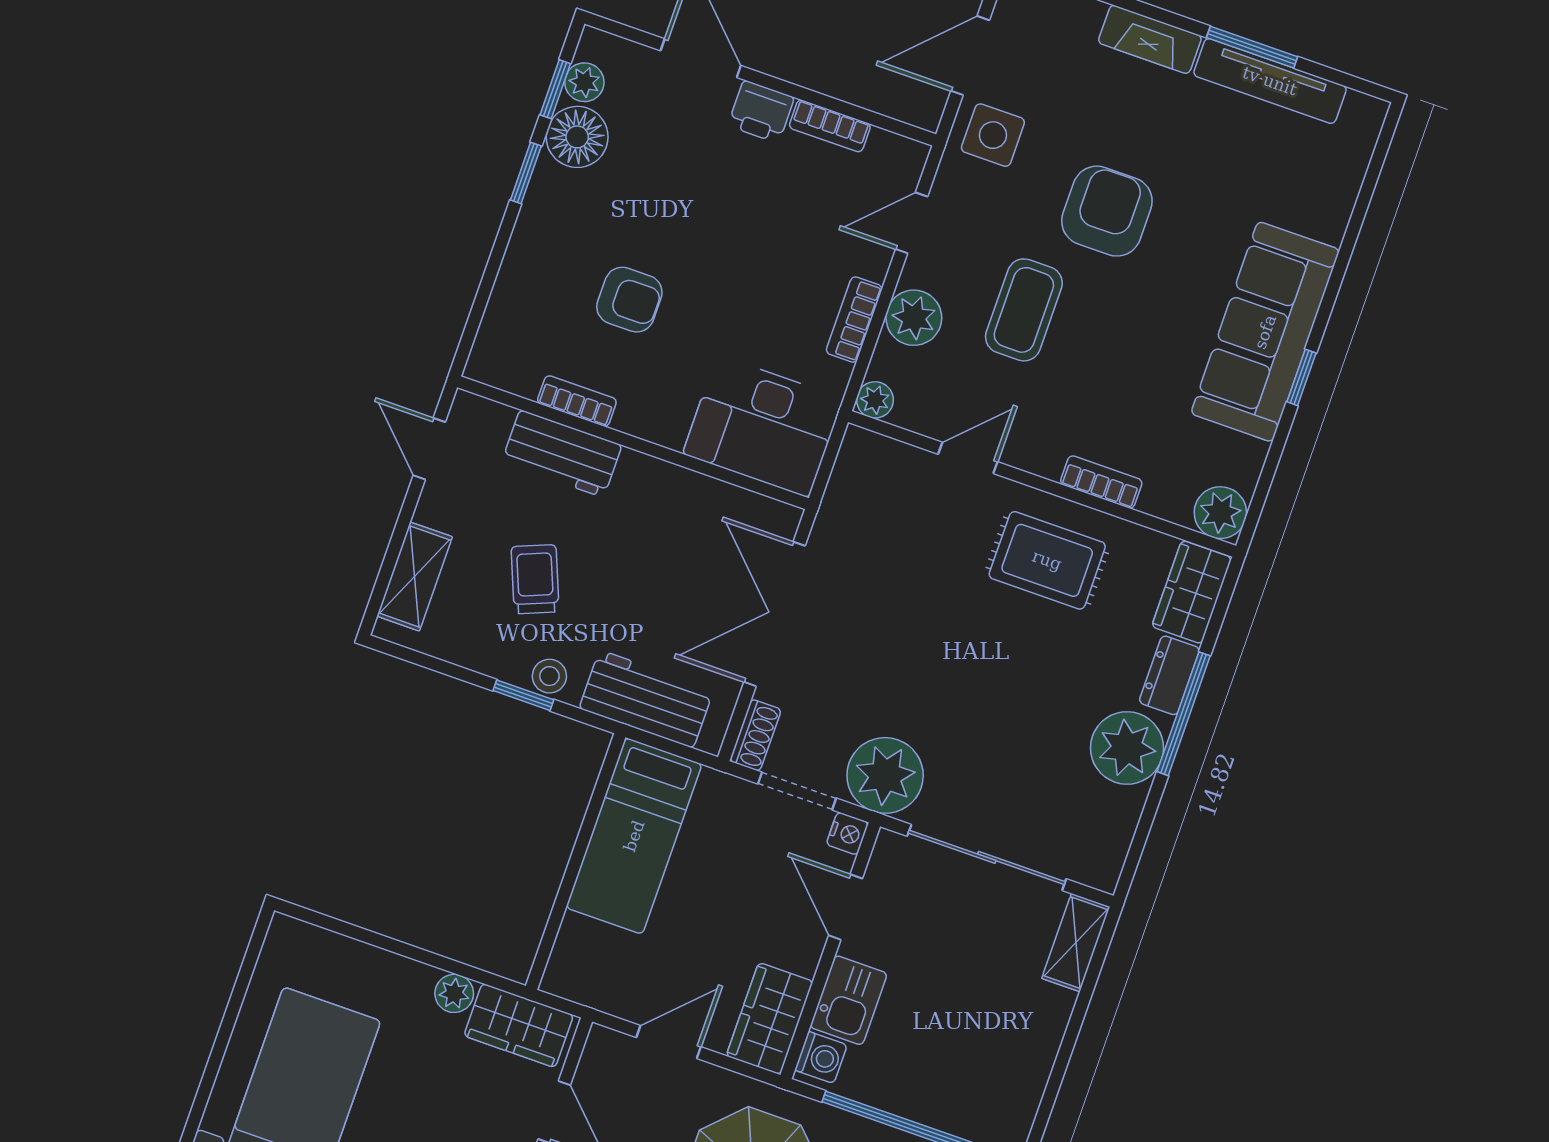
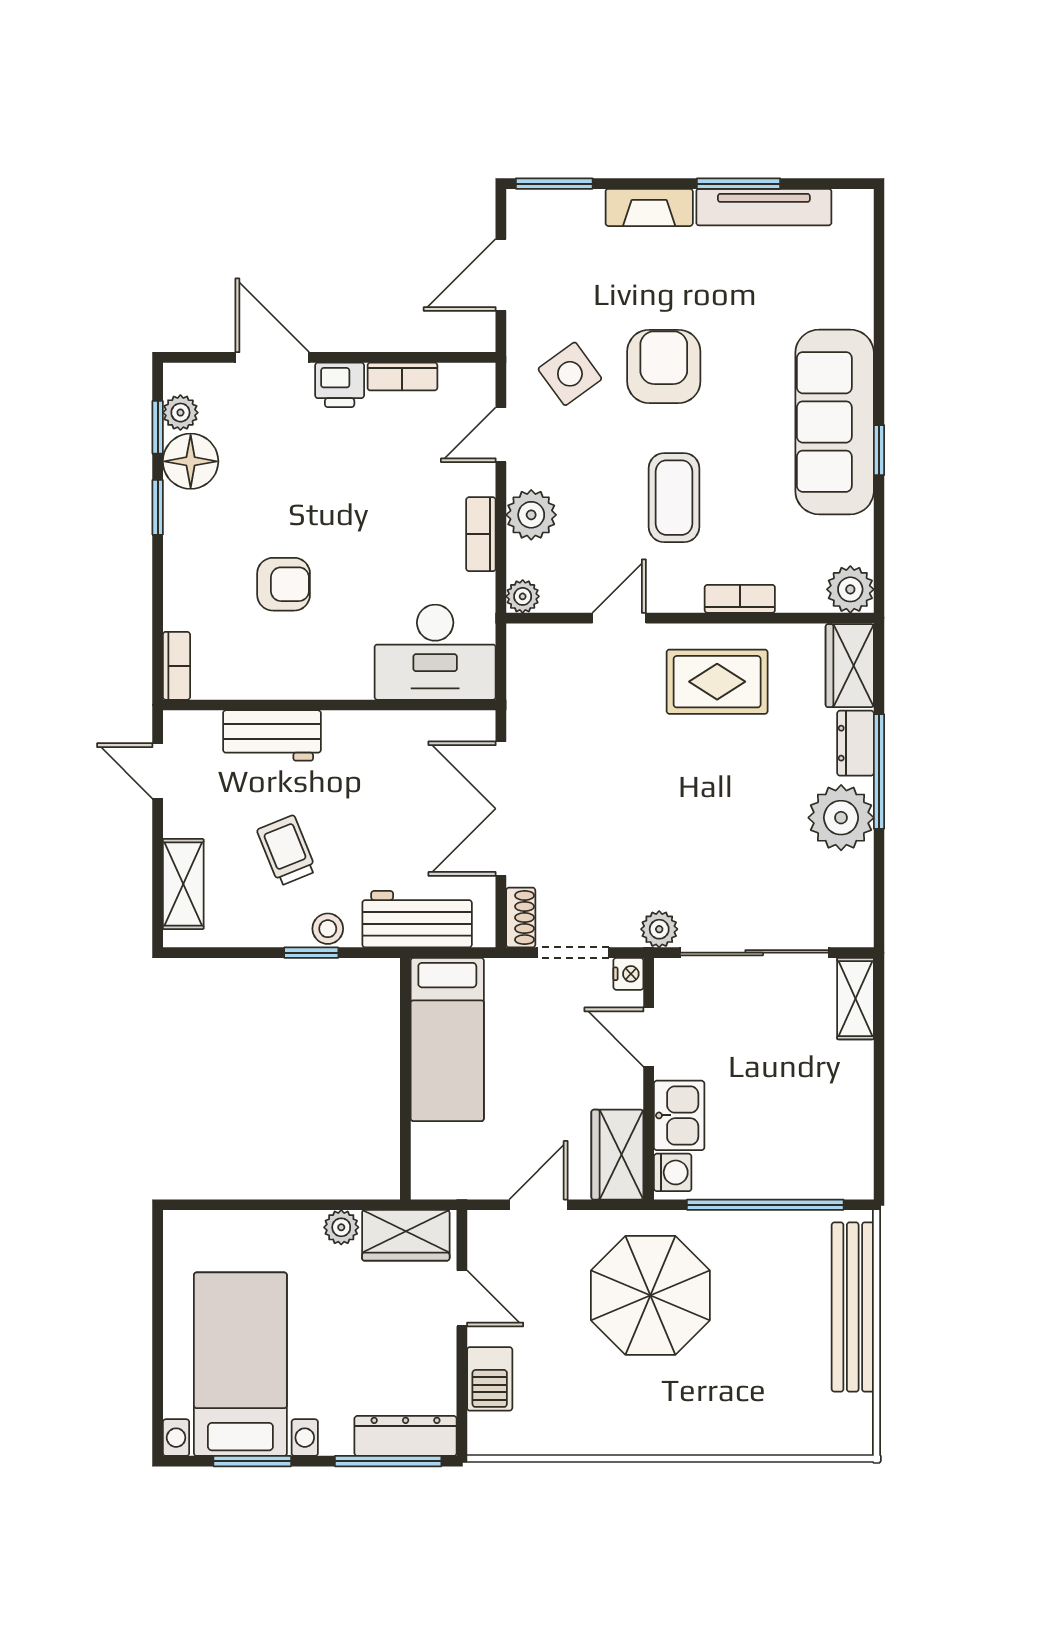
side table: (993, 135) -> (570, 374), moved, turned -36
coffee table: (1024, 310) -> (674, 498), moved
bookcase: (577, 401) -> (176, 666), moved, turned 90
plant: (885, 775) -> (659, 929), width x0.53, depth x0.53

